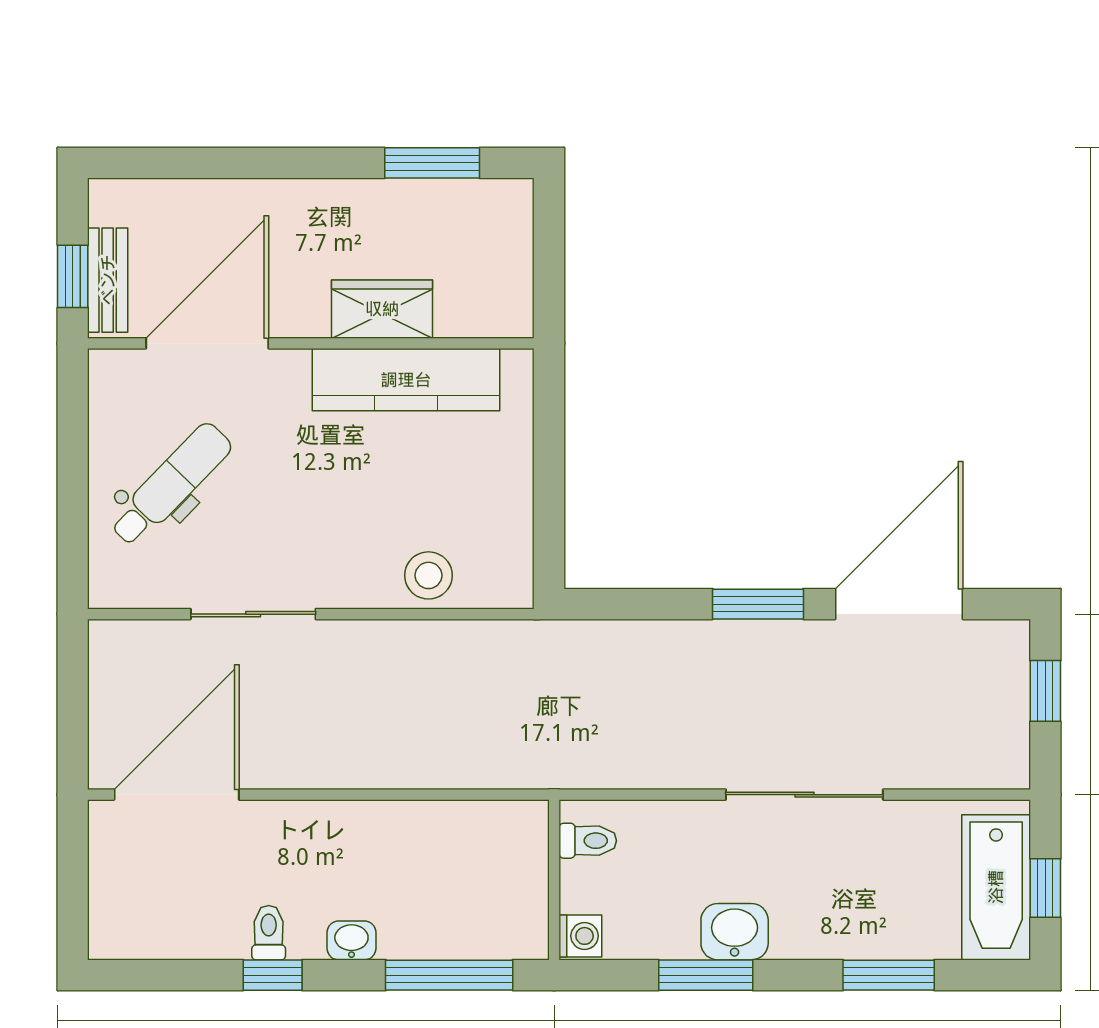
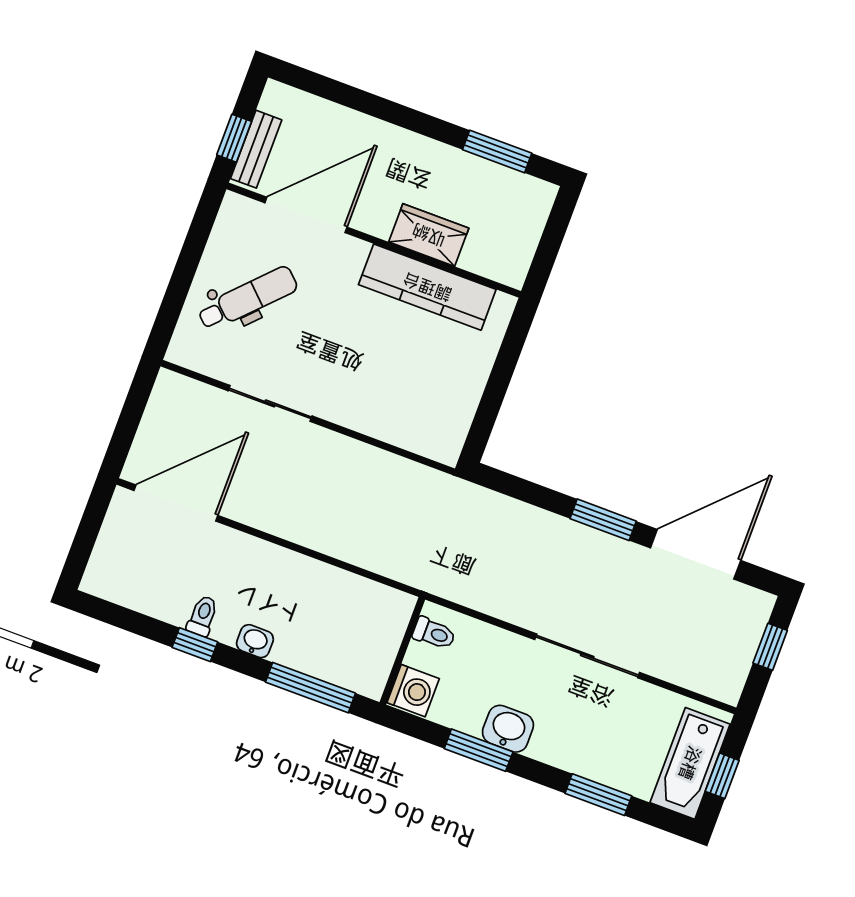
stool: (428, 575) -> (394, 421), removed
washing machine: (580, 936) -> (413, 691), width x1.38, depth x1.38

